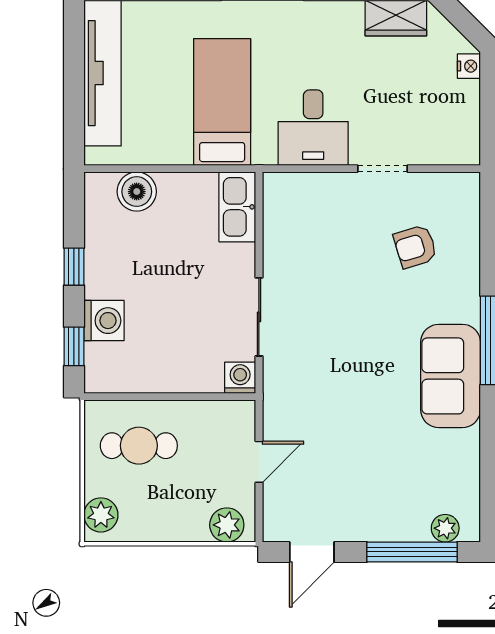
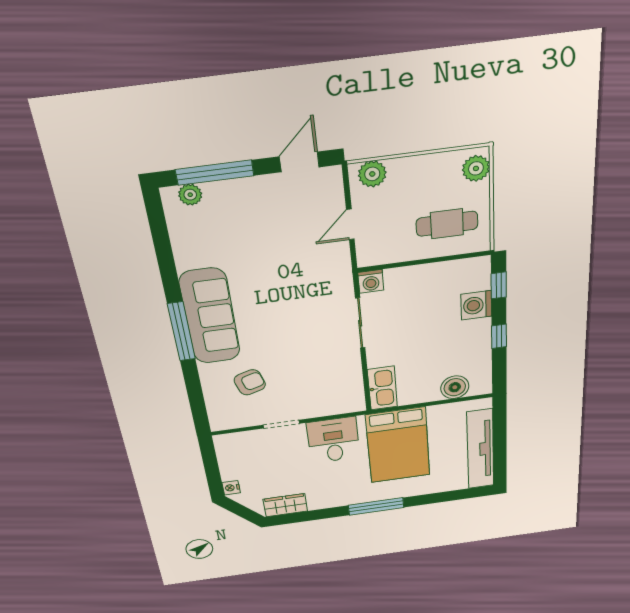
bed: (222, 102) -> (398, 445), width x1.50
sofa: (451, 376) -> (210, 316), width x1.36

